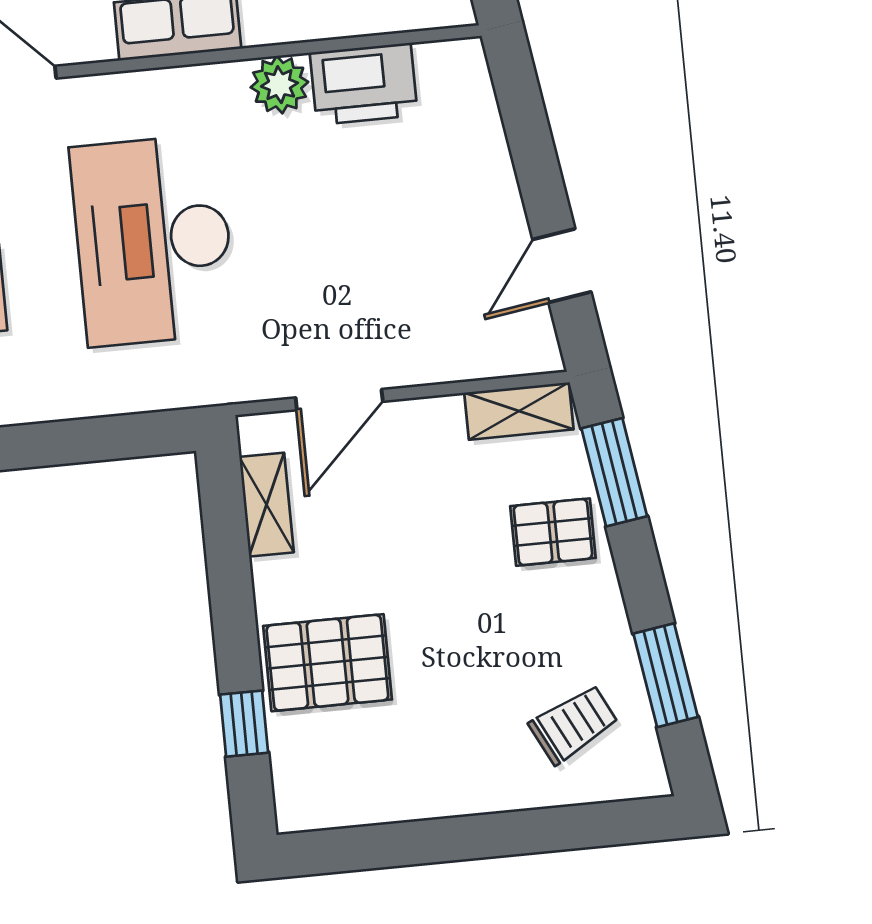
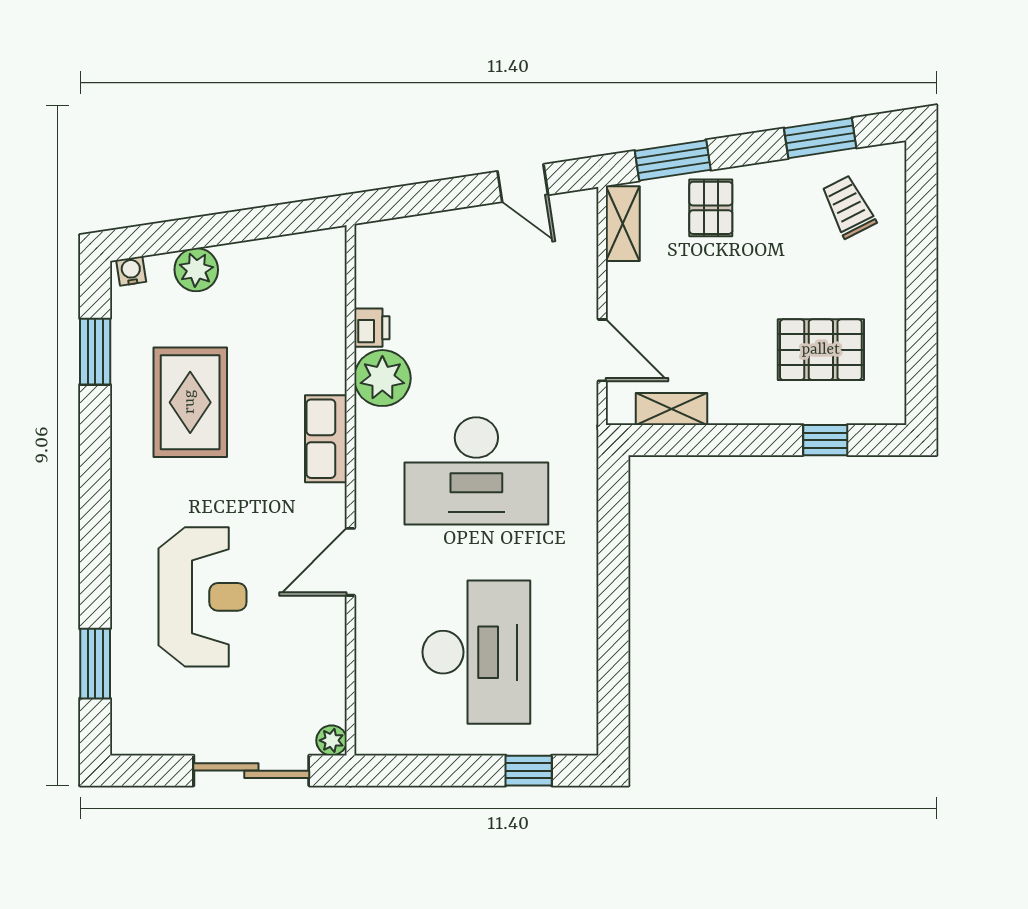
printer: (364, 84) -> (372, 328), width x0.53, depth x0.68
plant: (279, 85) -> (382, 378), width x1.36, depth x1.36
pallet: (327, 663) -> (821, 350), moved, turned 90

